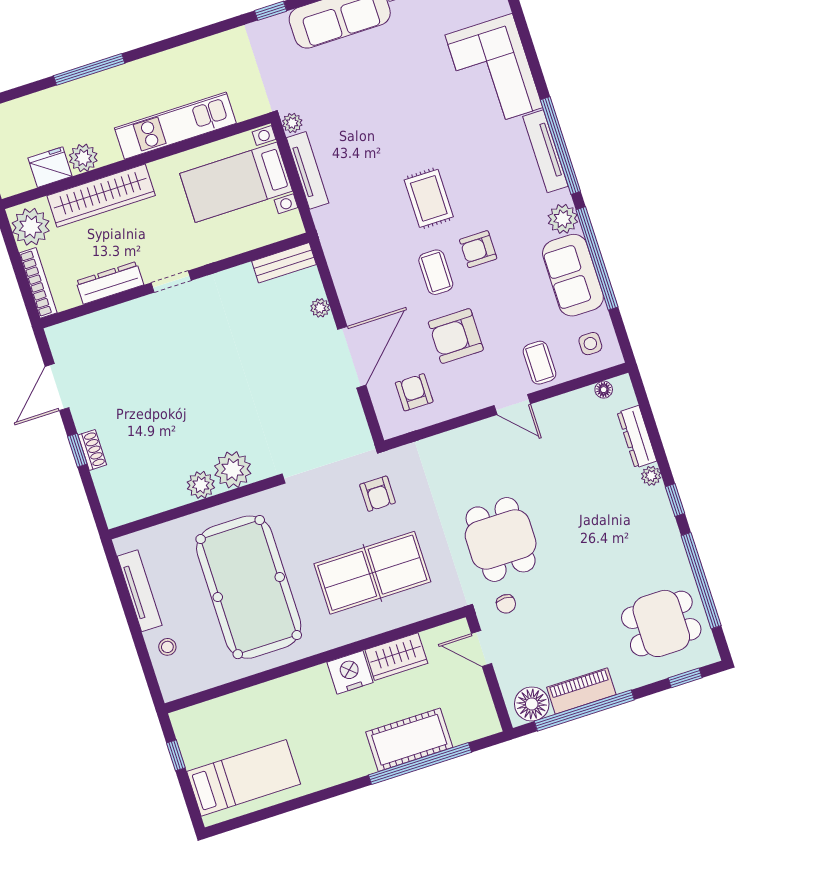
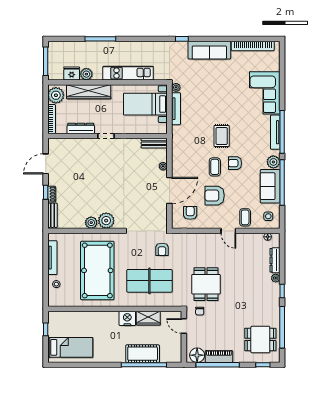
bench: (109, 496) -> (52, 215), added

